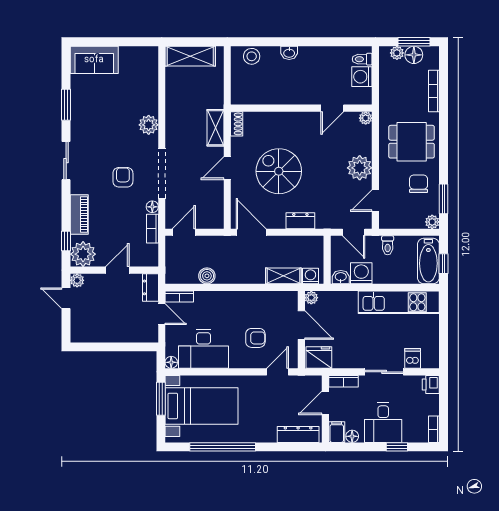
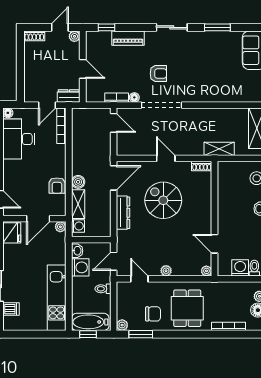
plant: (149, 125) -> (201, 94), removed
shelving: (215, 128) -> (219, 149), moved
plant: (360, 168) -> (166, 271), width x0.53, depth x0.53
spiral stairs: (279, 171) -> (163, 200), turned -90
dresser: (300, 221) -> (123, 213), width x1.44
plant: (83, 254) -> (96, 41), removed
boiler: (207, 276) -> (78, 182), moved
bookcase: (179, 296) -> (61, 126), width x1.56
shoe rack: (77, 330) -> (34, 36), added
armchair: (255, 338) -> (57, 186), moved

